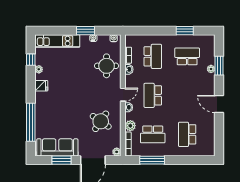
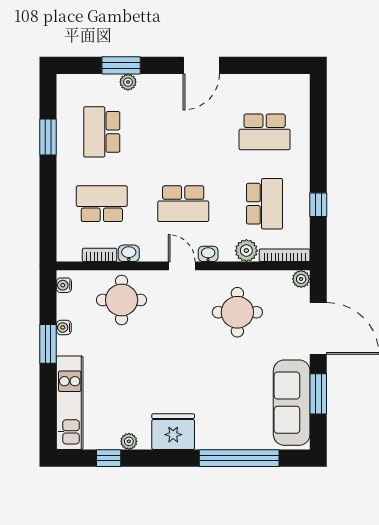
fridge: (41, 86) -> (173, 432), width x1.88, depth x1.34
round table: (101, 121) -> (237, 312), turned -34
window: (152, 160) -> (318, 205), width x0.46

